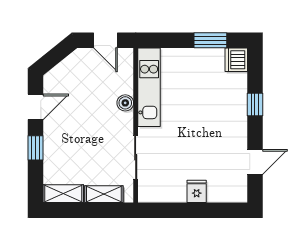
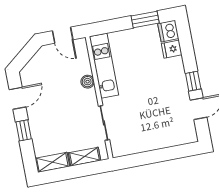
window: (255, 105) -> (193, 81), moved
fridge: (197, 191) -> (172, 49), moved, turned -90

